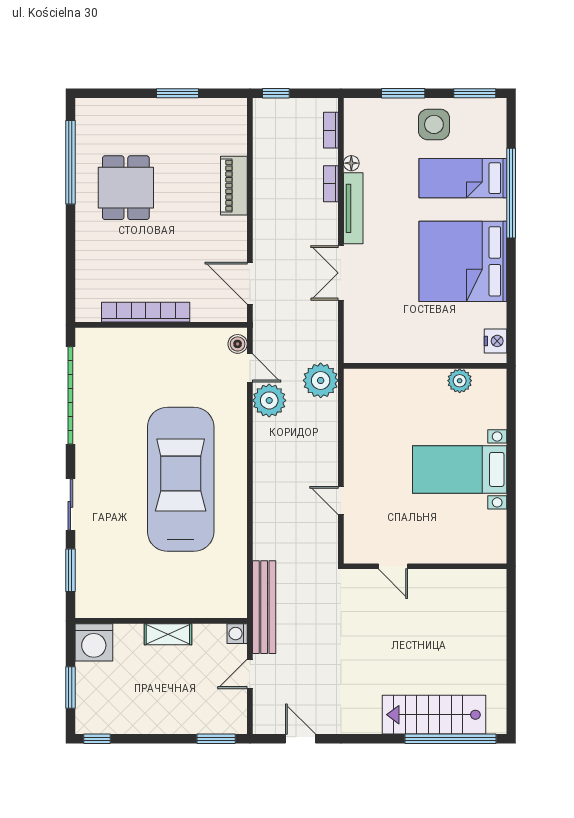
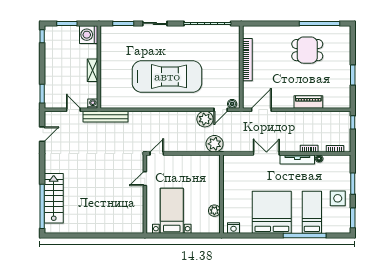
door: (393, 566) -> (145, 179), moved
wall: (425, 566) -> (145, 194), moved

